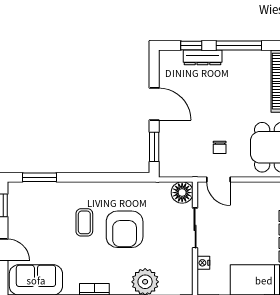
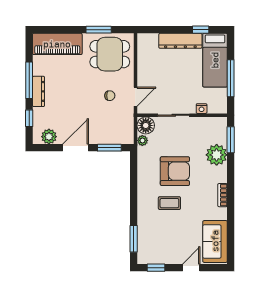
dresser: (203, 57) -> (38, 91), moved
plant: (168, 71) -> (49, 137), added
plant: (163, 188) -> (142, 140), added

